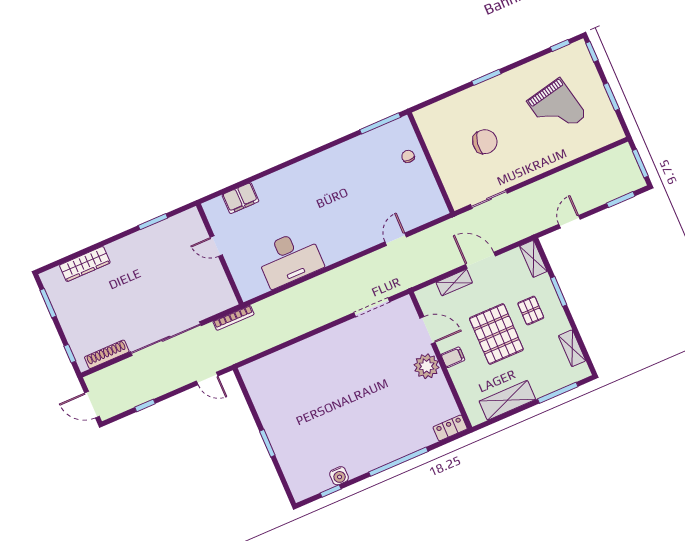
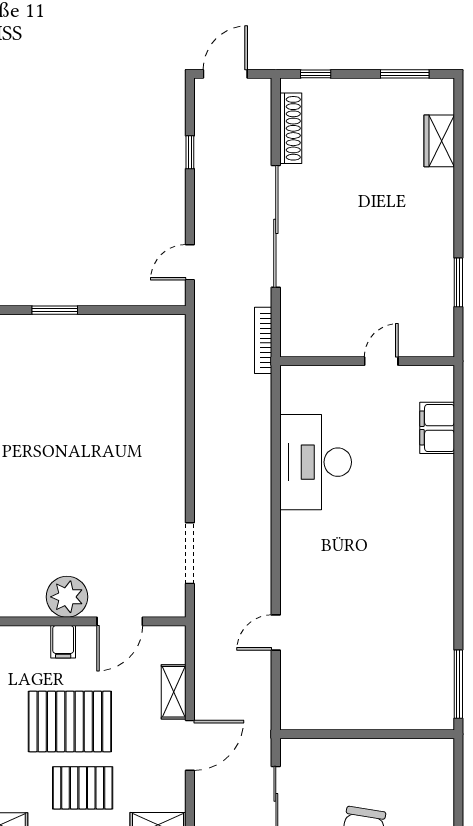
chair: (408, 156) -> (391, 704), removed
door: (396, 239) -> (276, 633), swing flipped
wardrobe: (85, 264) -> (439, 141), width x0.67
pallet: (531, 311) -> (83, 788), width x1.50, depth x1.42

